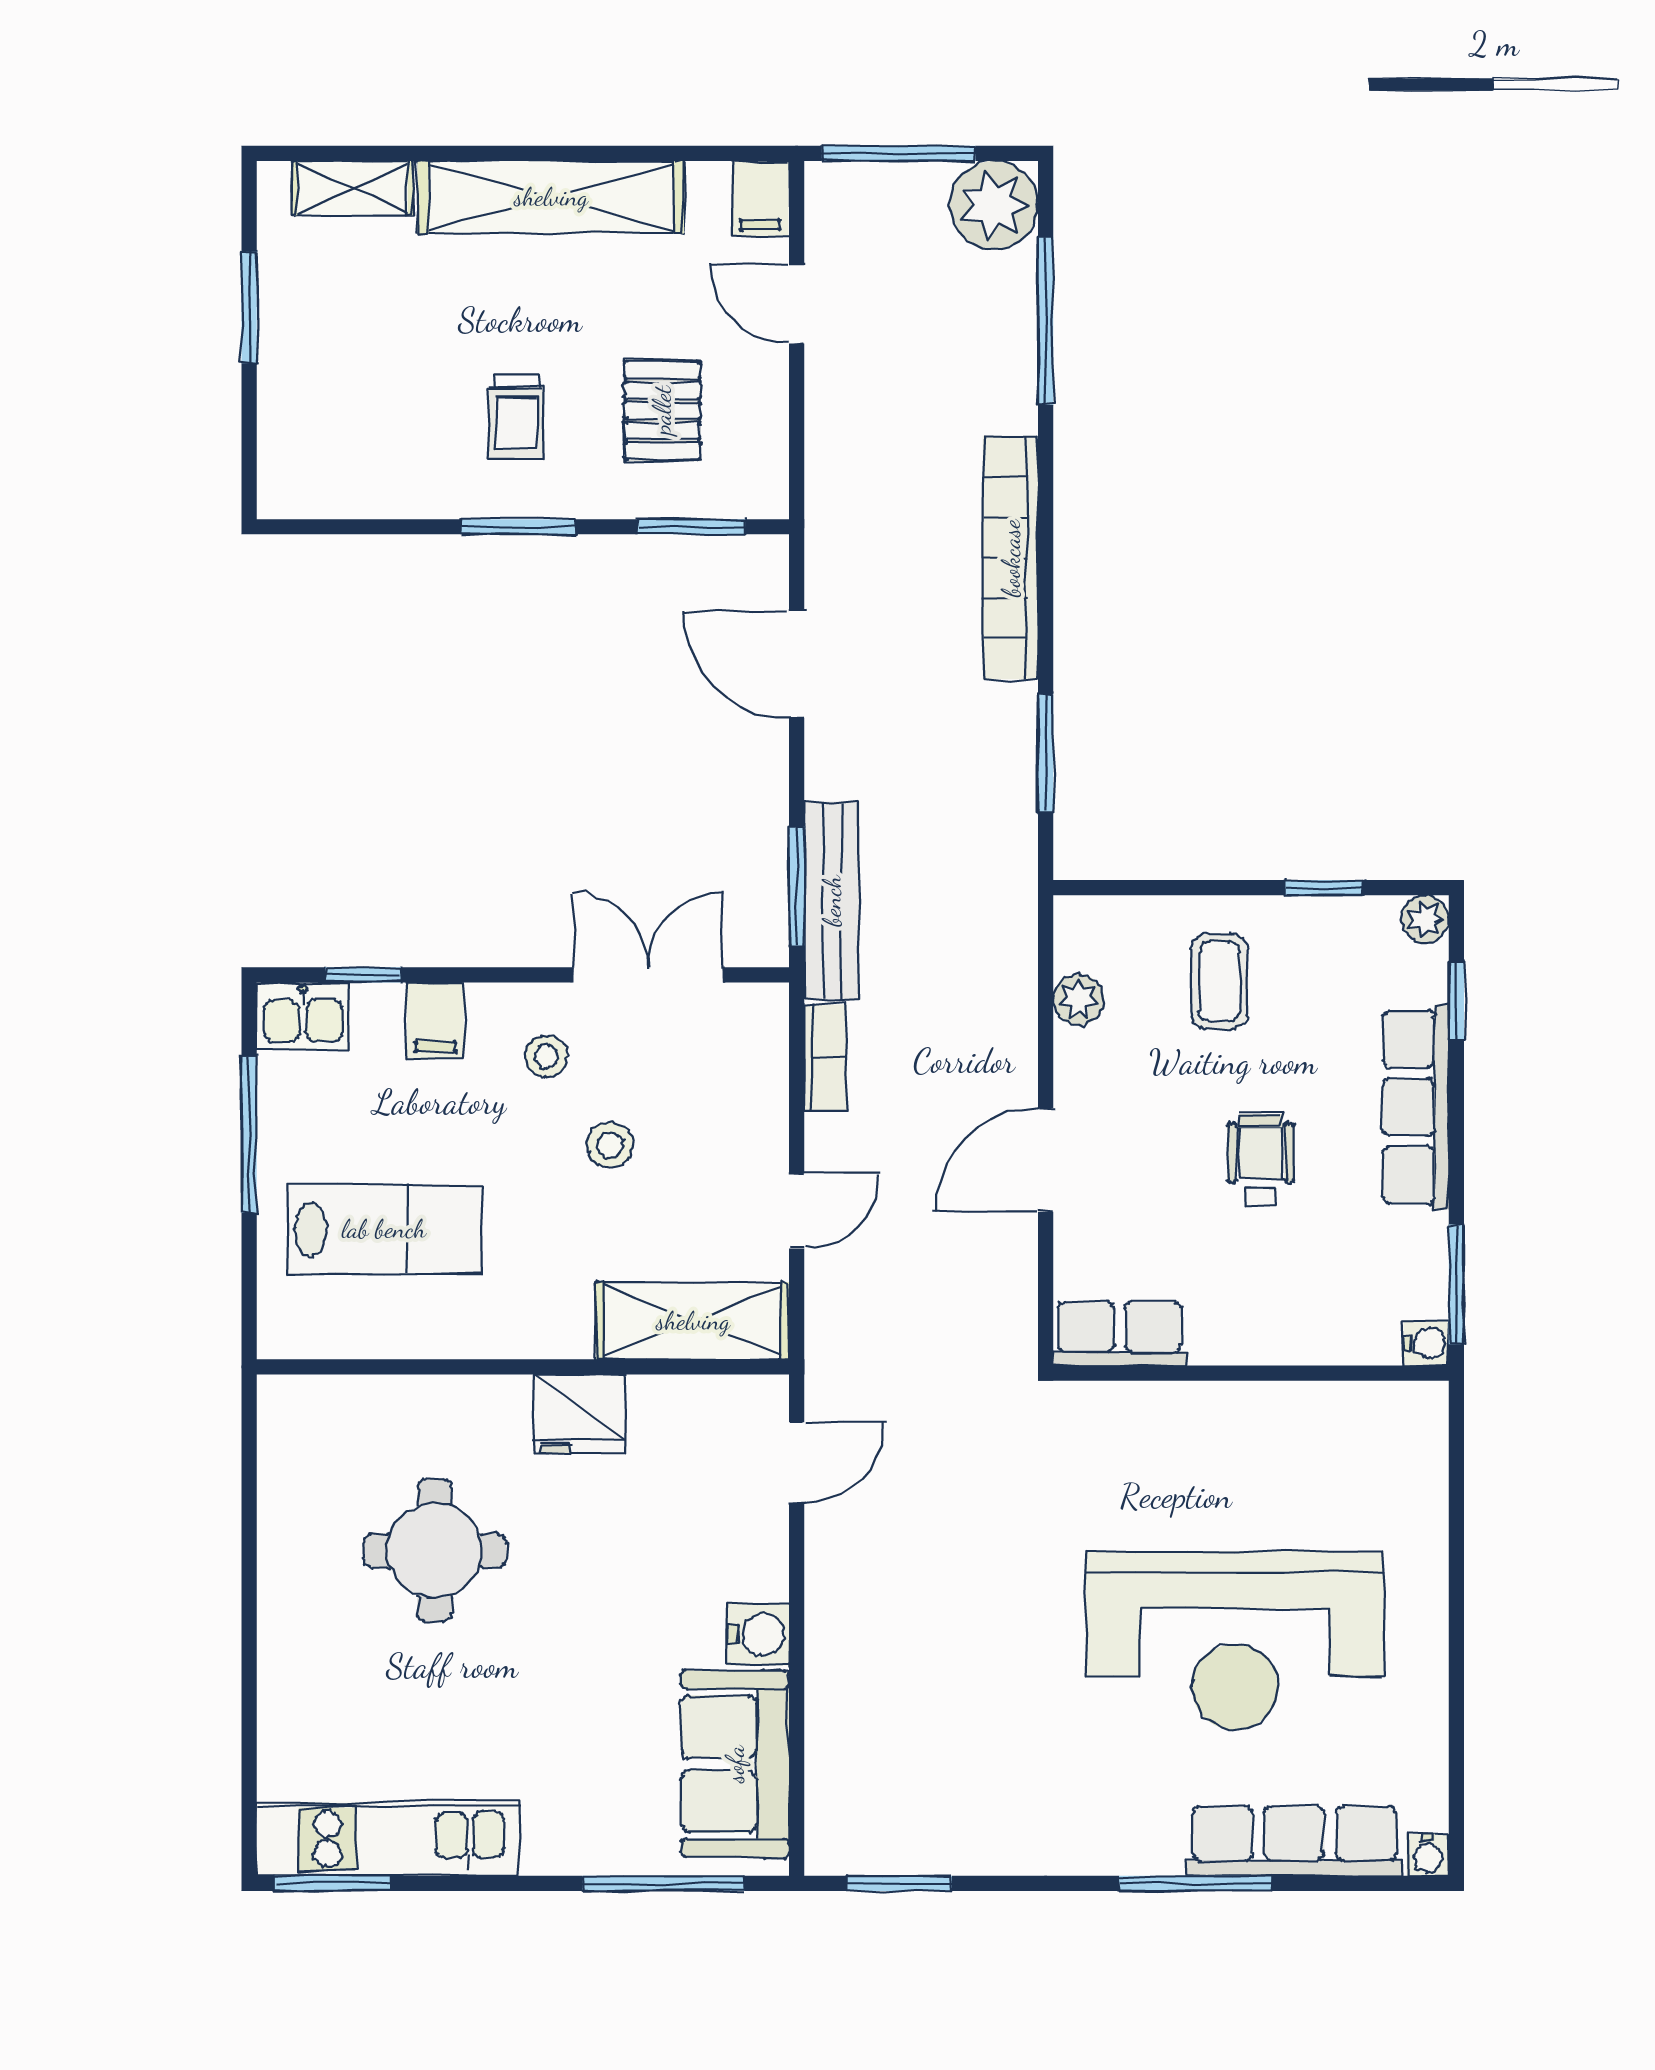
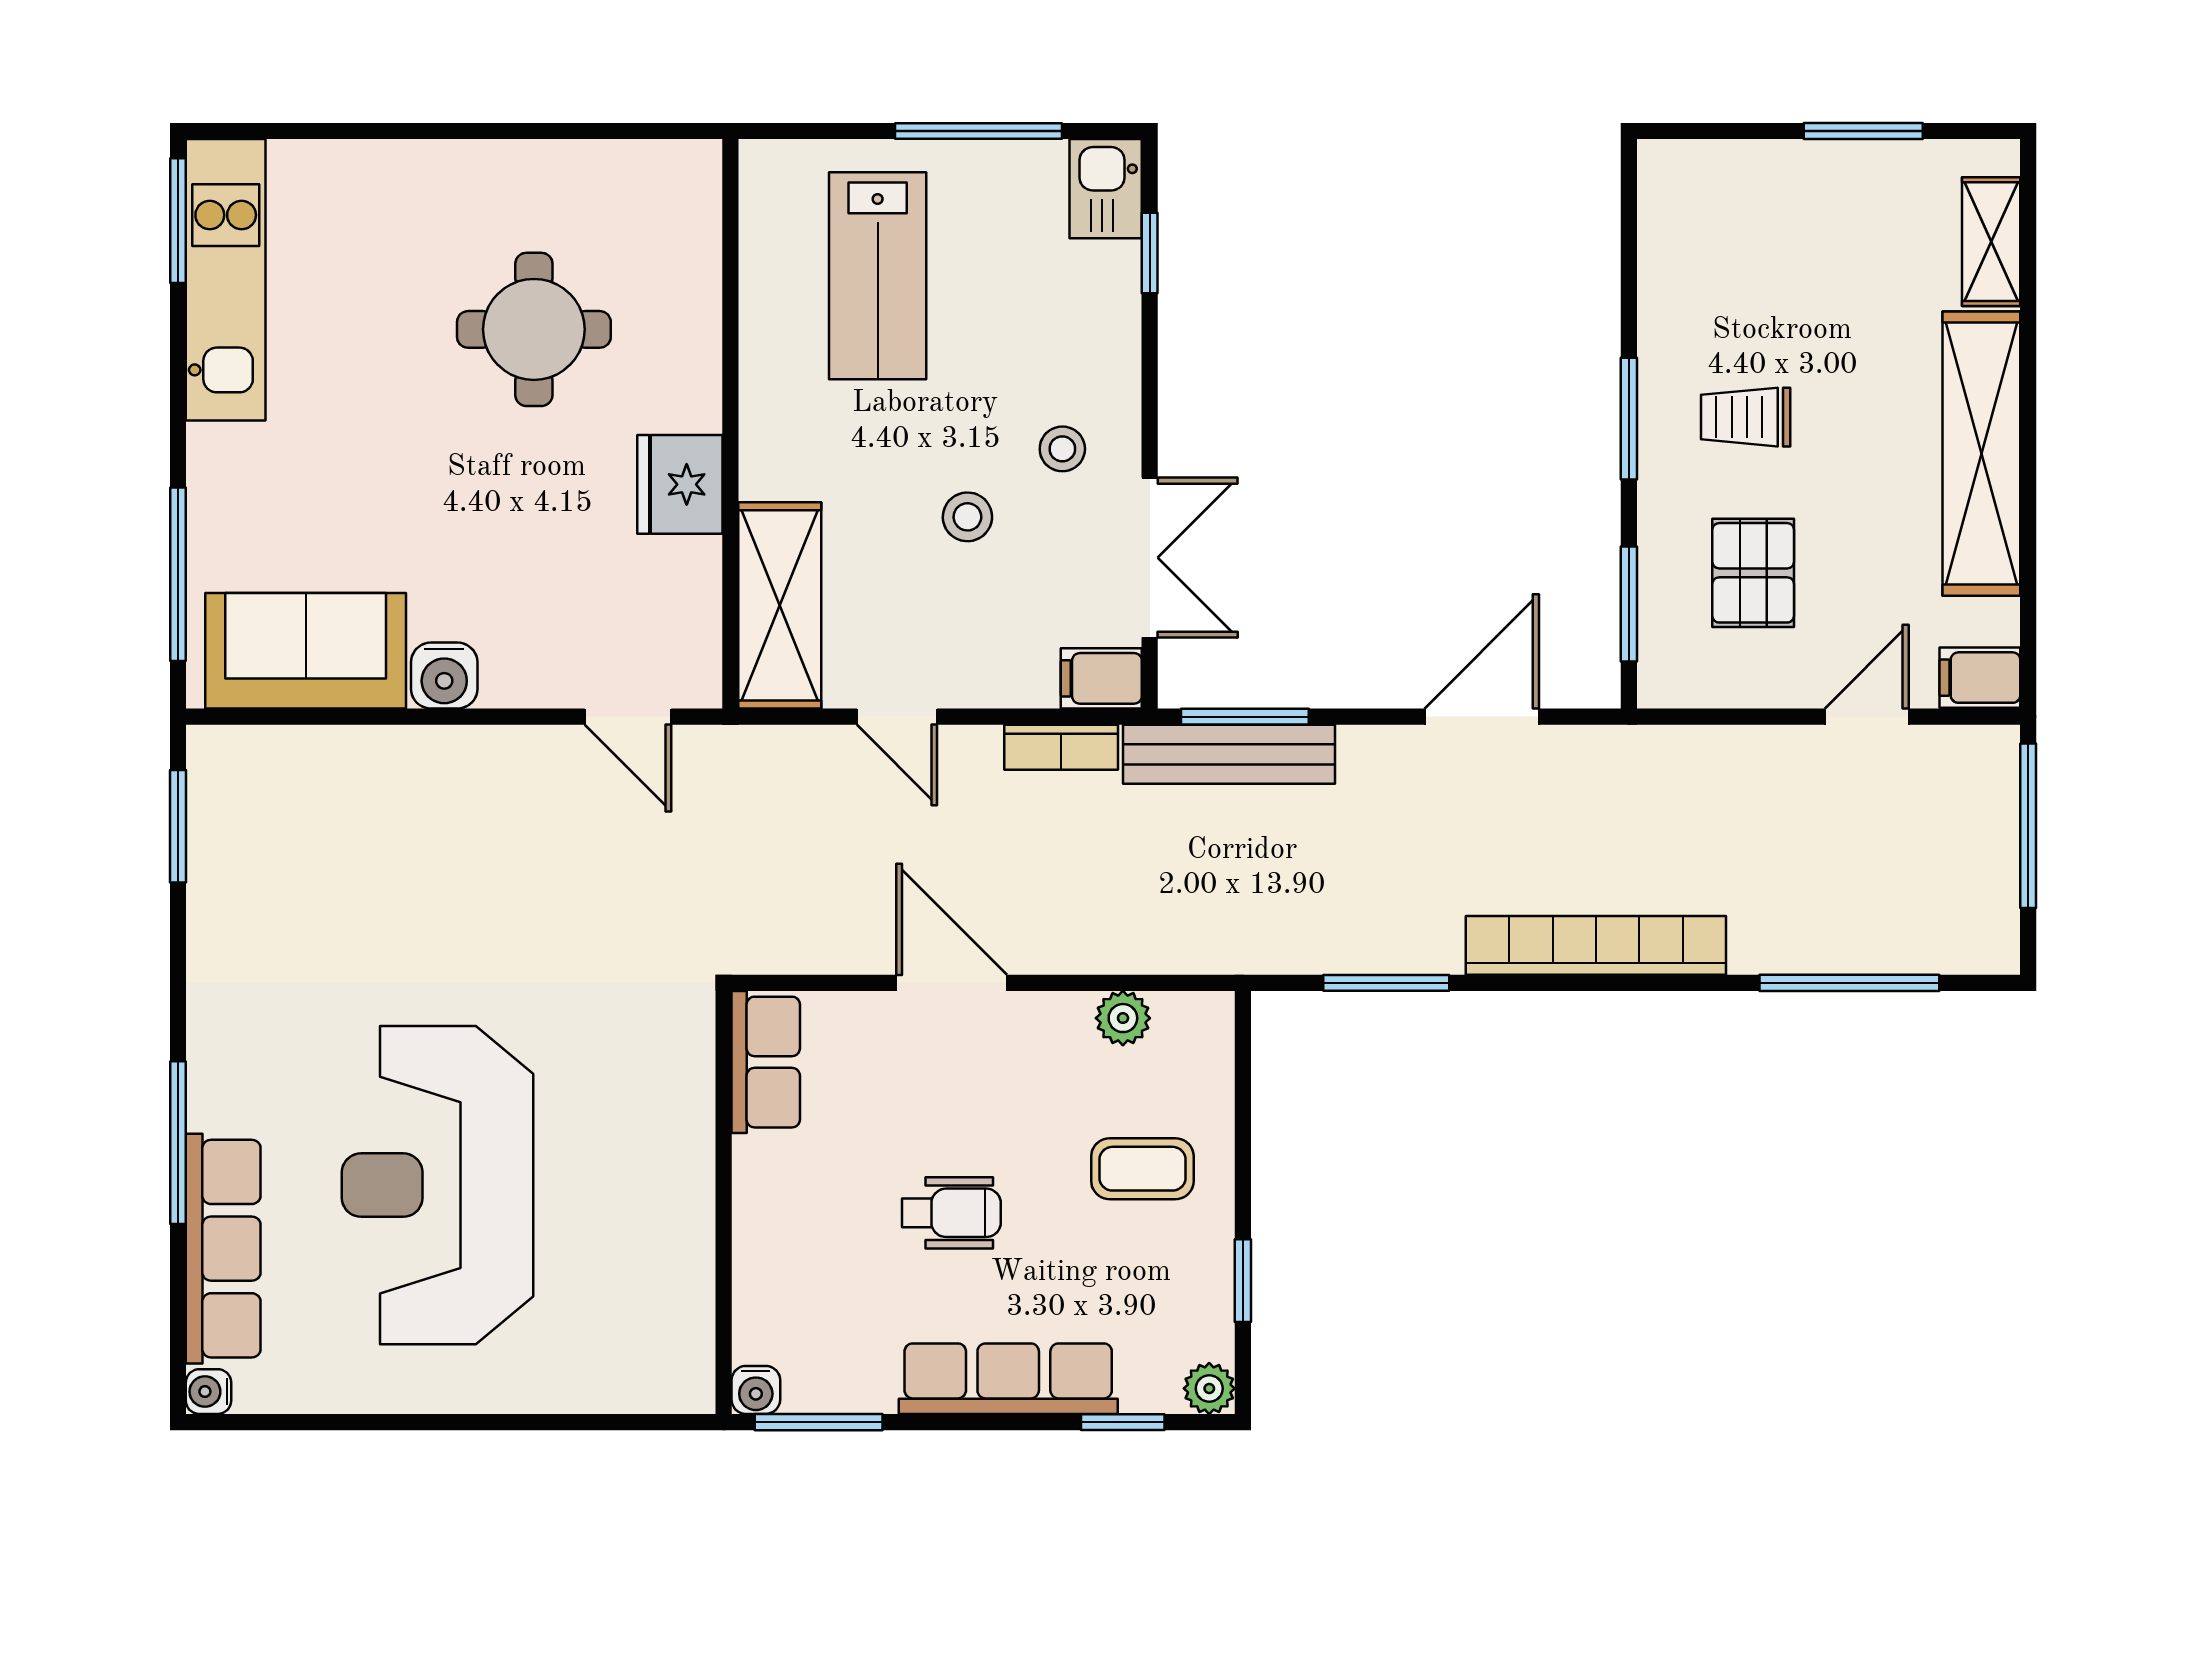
plant: (994, 205) -> (1973, 928), removed
pallet: (662, 410) -> (1753, 573), turned 90
filing cabinet: (435, 1020) -> (1101, 678), moved

